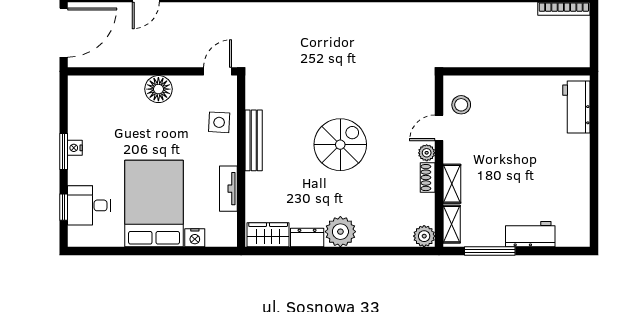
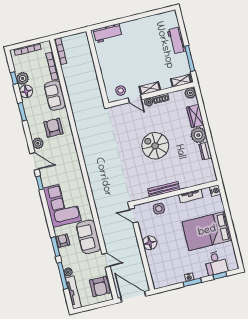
shelving: (452, 184) -> (150, 88), moved
wardrobe: (268, 235) -> (195, 116), moved
nightstand: (195, 238) -> (215, 191), moved

